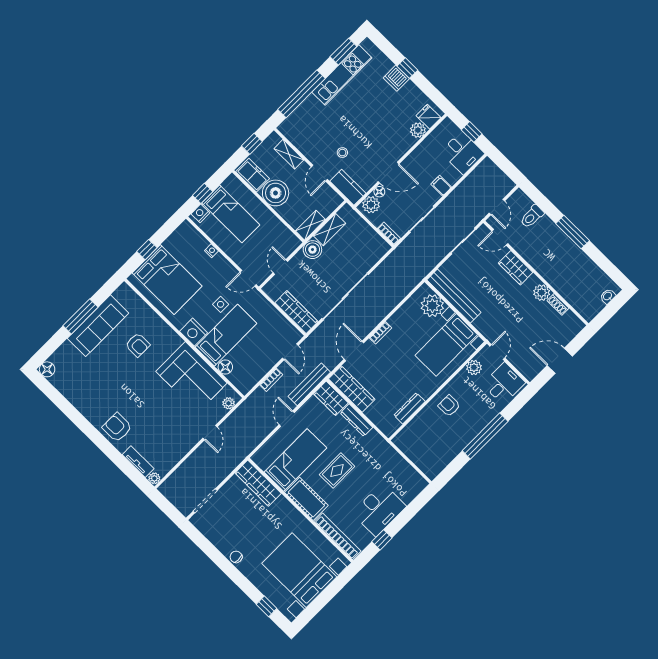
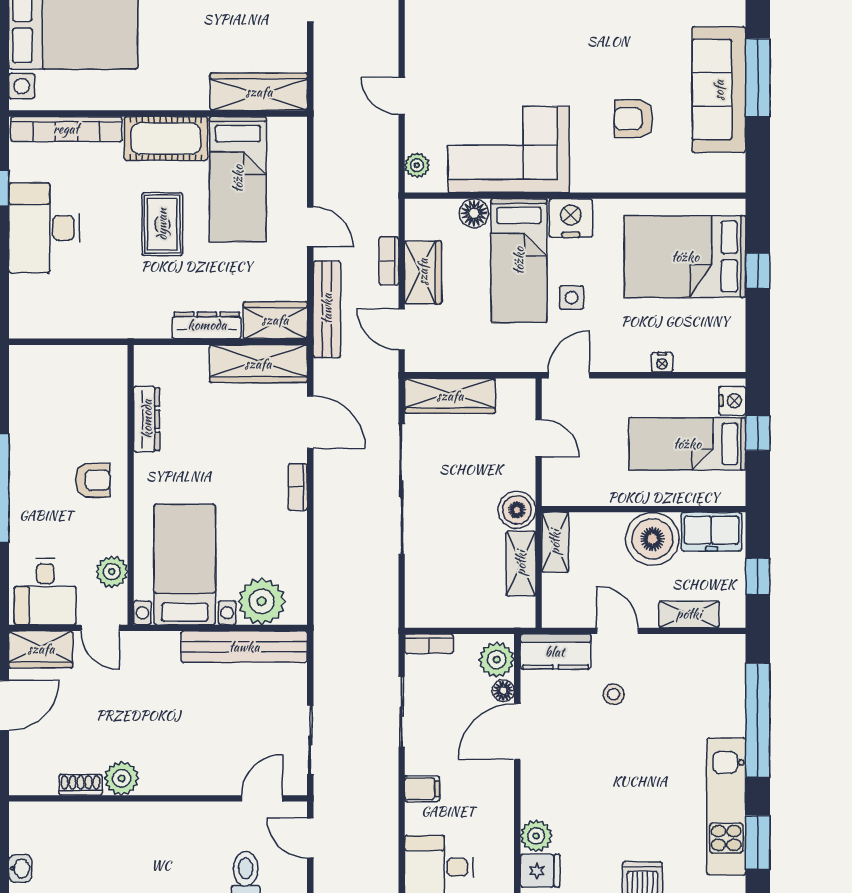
wardrobe: (516, 268) -> (41, 649), moved, turned 180
wardrobe: (263, 364) -> (423, 272), added

